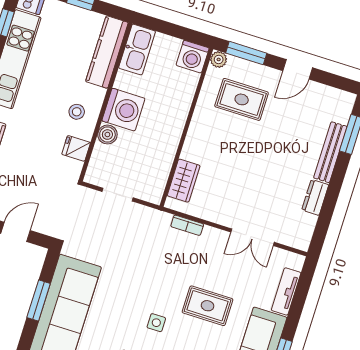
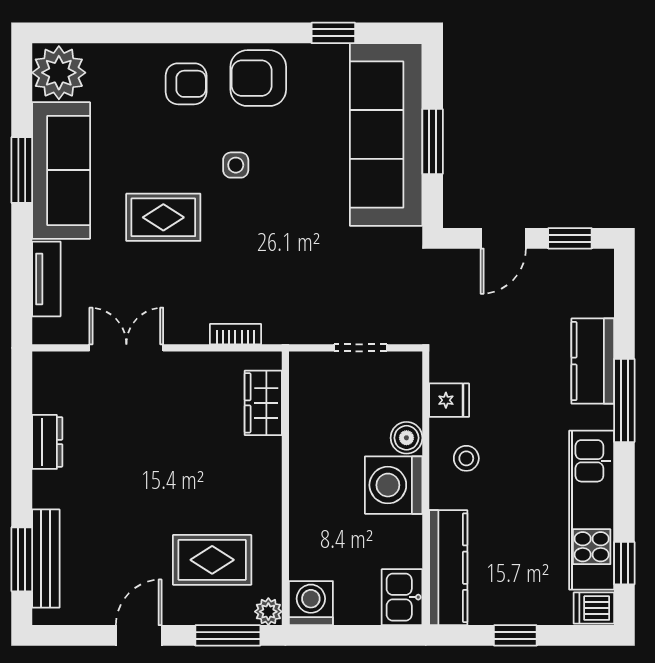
kitchen sink: (137, 50) -> (402, 597), width x0.73
bench: (330, 152) -> (46, 559), moved

